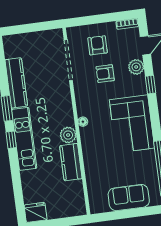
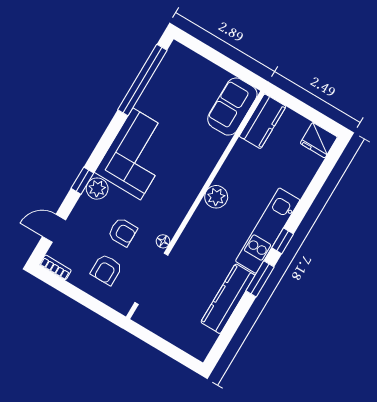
plant: (136, 67) -> (97, 189), moved
floor lamp: (83, 122) -> (163, 241), moved
kitchen counter: (71, 162) -> (263, 121), moved
sofa: (129, 198) -> (232, 107), moved, turned 90

